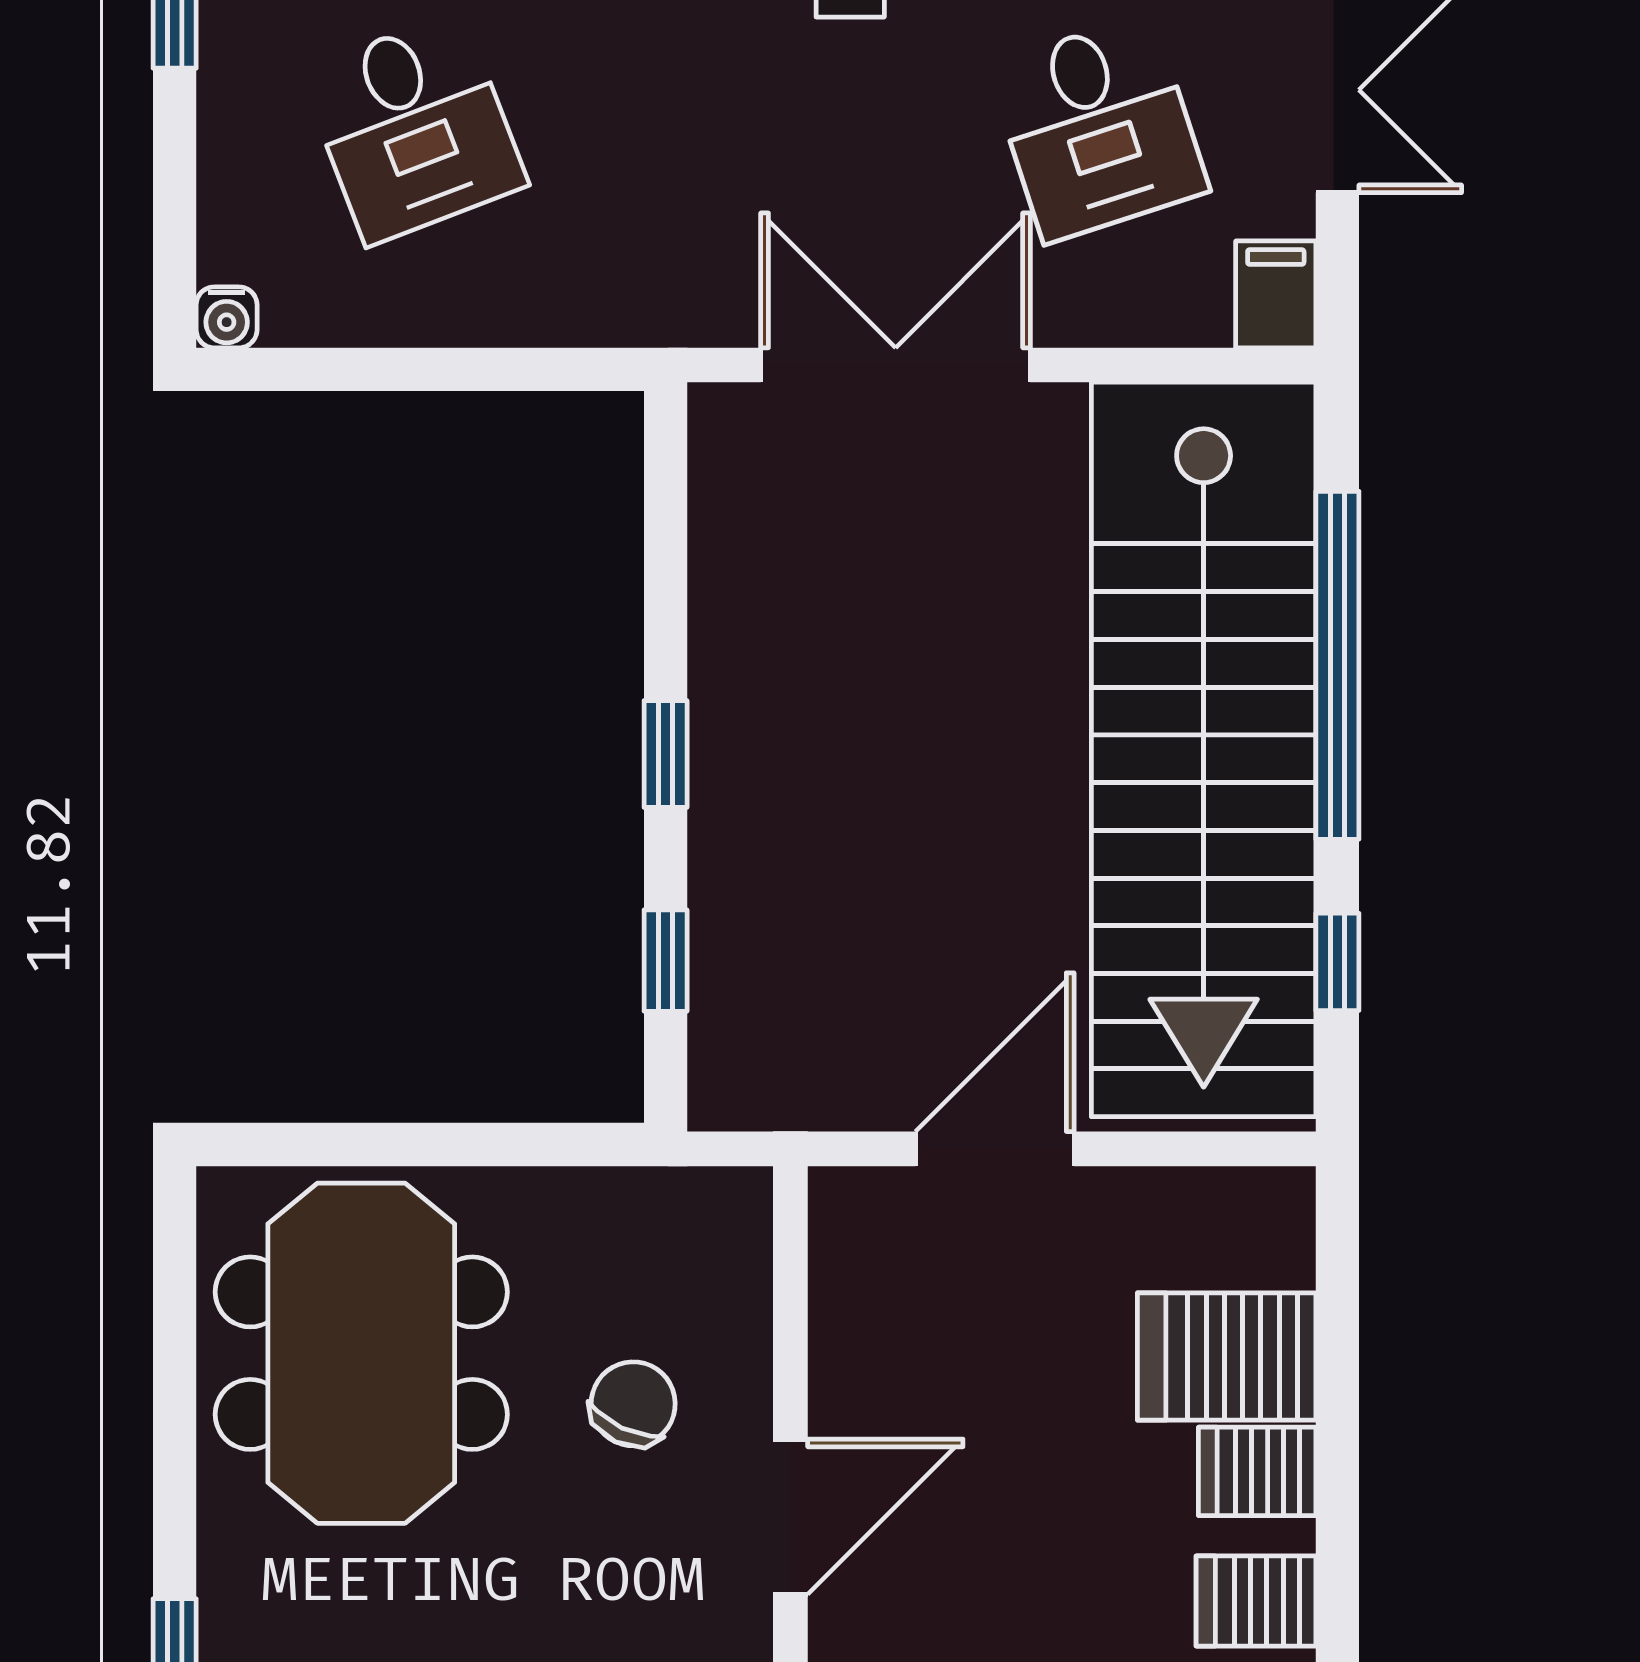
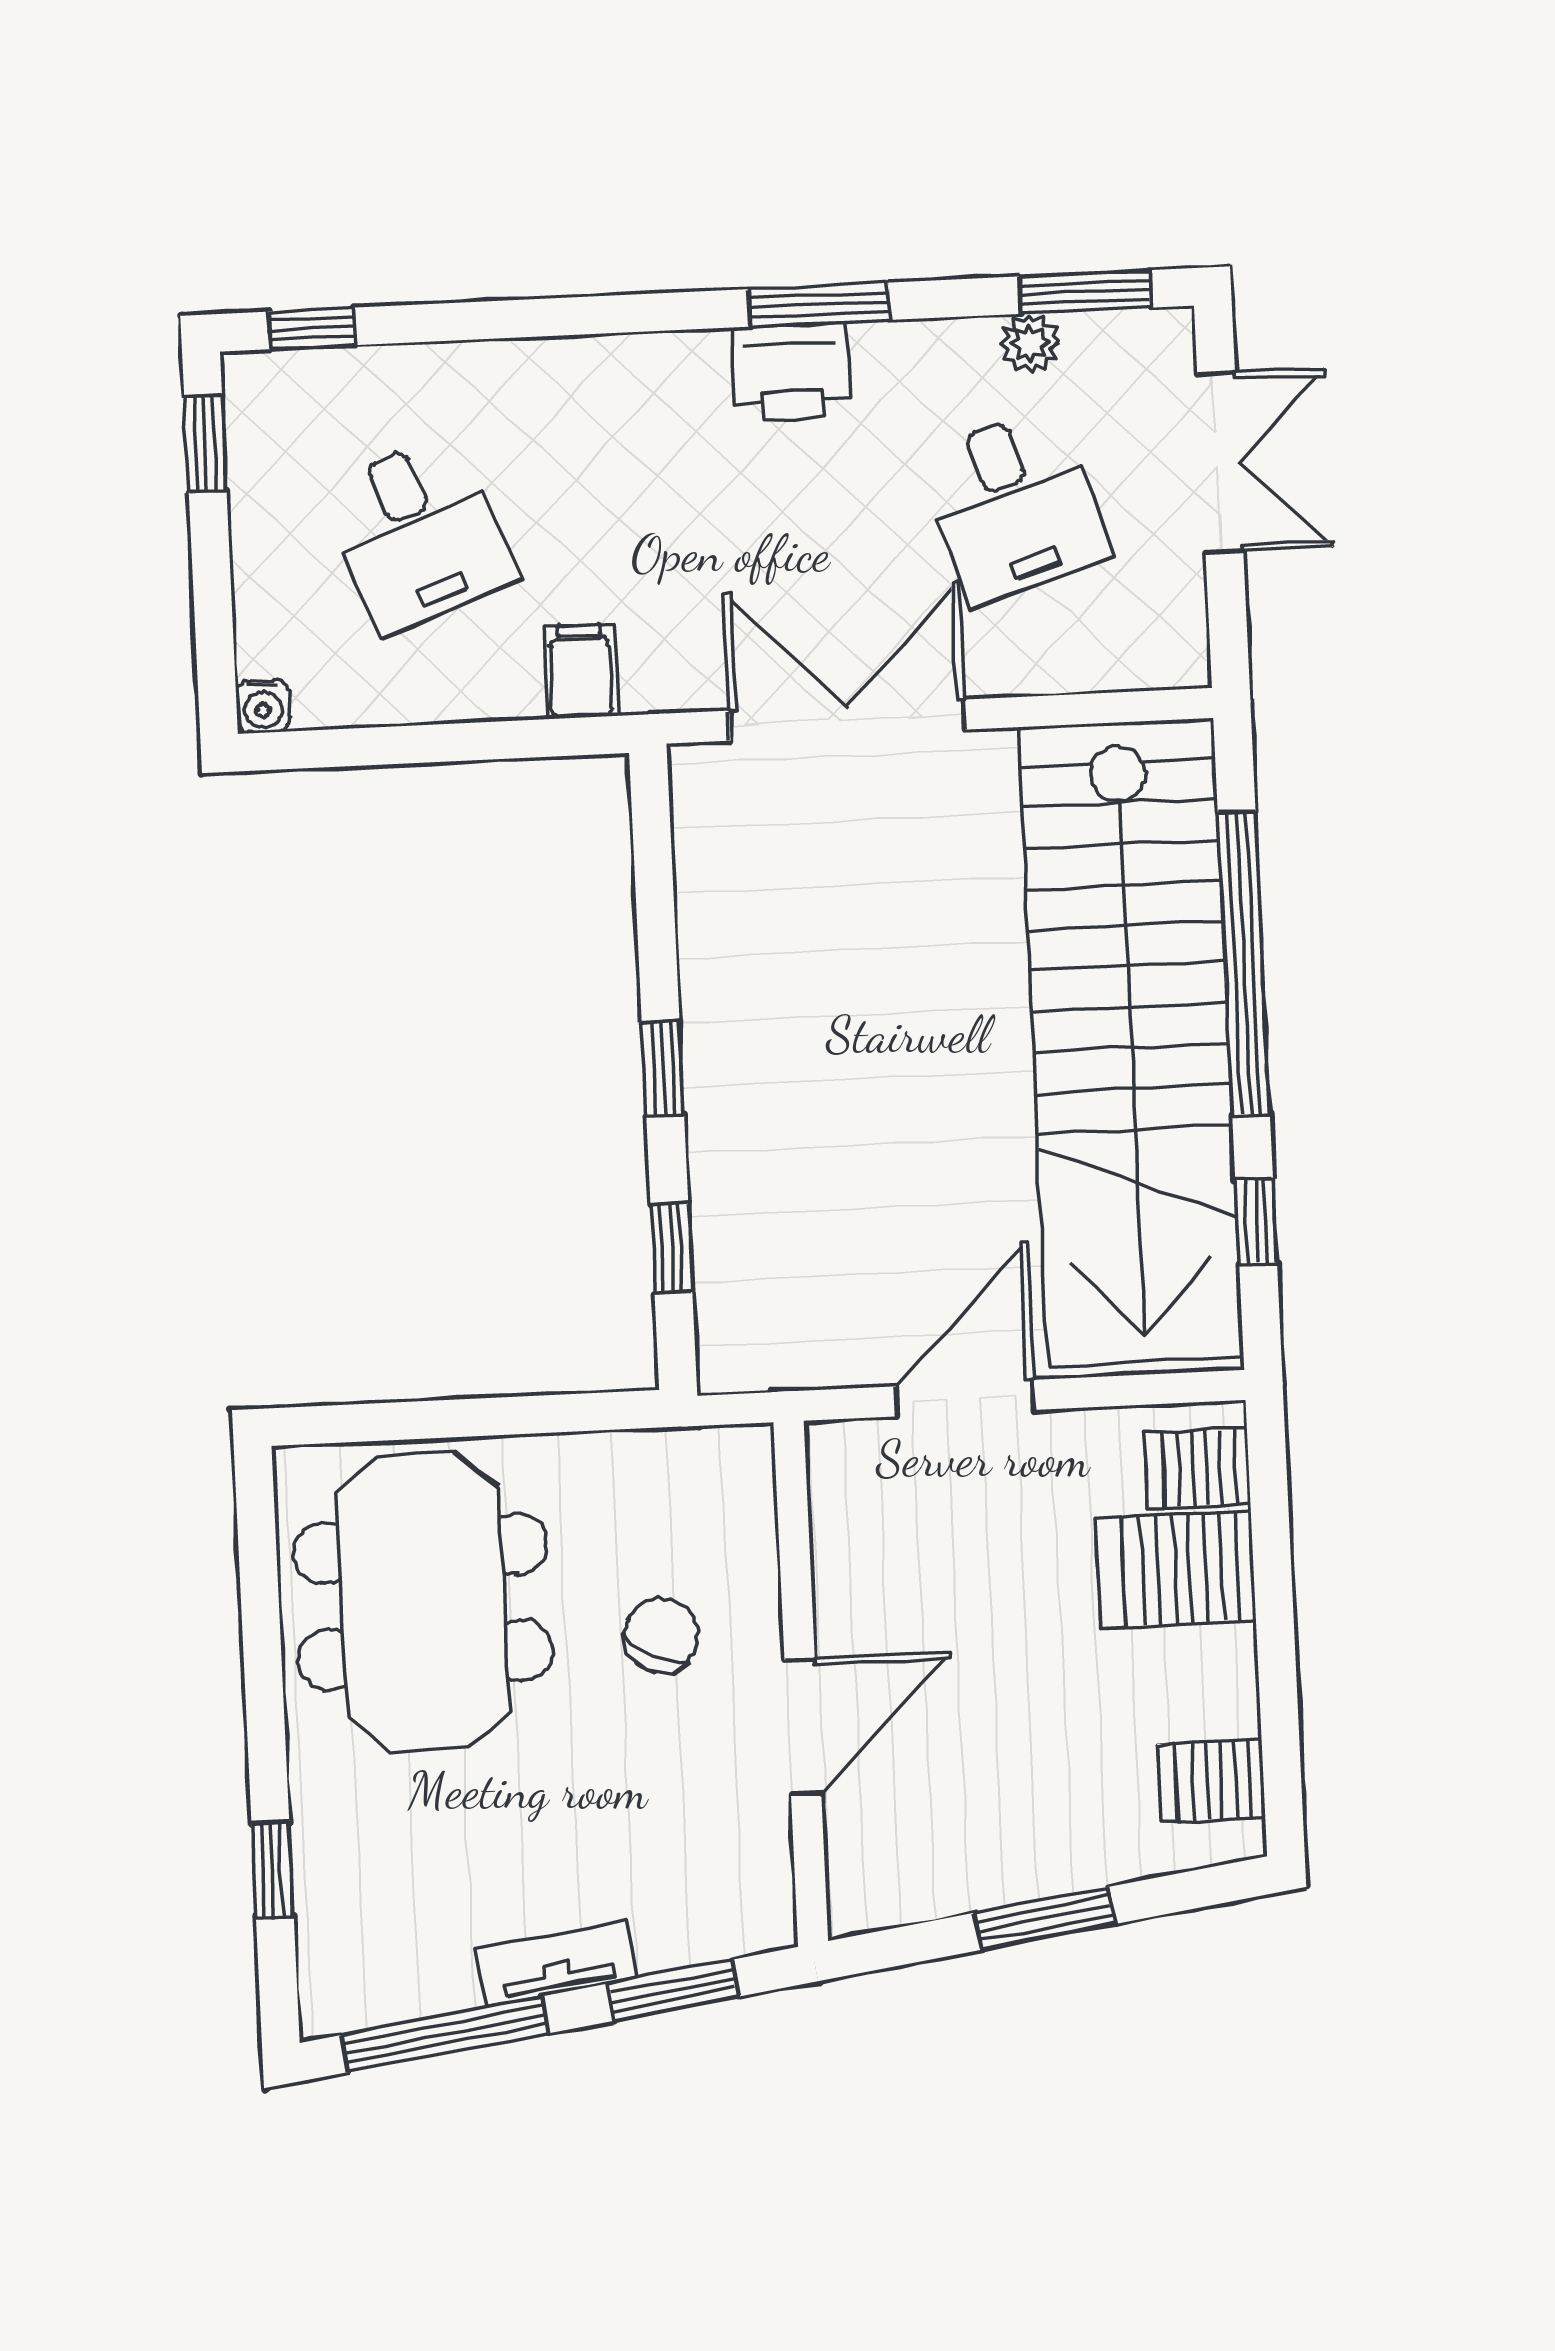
filing cabinet: (1276, 294) -> (581, 671), moved
server rack: (1257, 1471) -> (1198, 1468), moved

